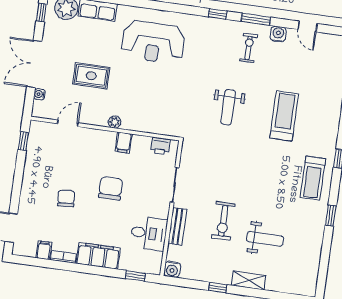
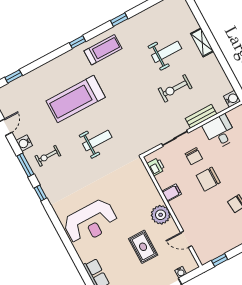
reception desk: (153, 42) -> (91, 222), turned 90
treadmill: (284, 116) -> (76, 99), width x1.37, depth x1.38
plant: (115, 122) -> (161, 215), width x1.87, depth x1.87
chair: (143, 191) -> (194, 156), added
exercise bike: (223, 221) -> (175, 88), turned 180
weight bench: (265, 239) -> (167, 52), turned 90
window: (218, 287) -> (222, 60), removed

